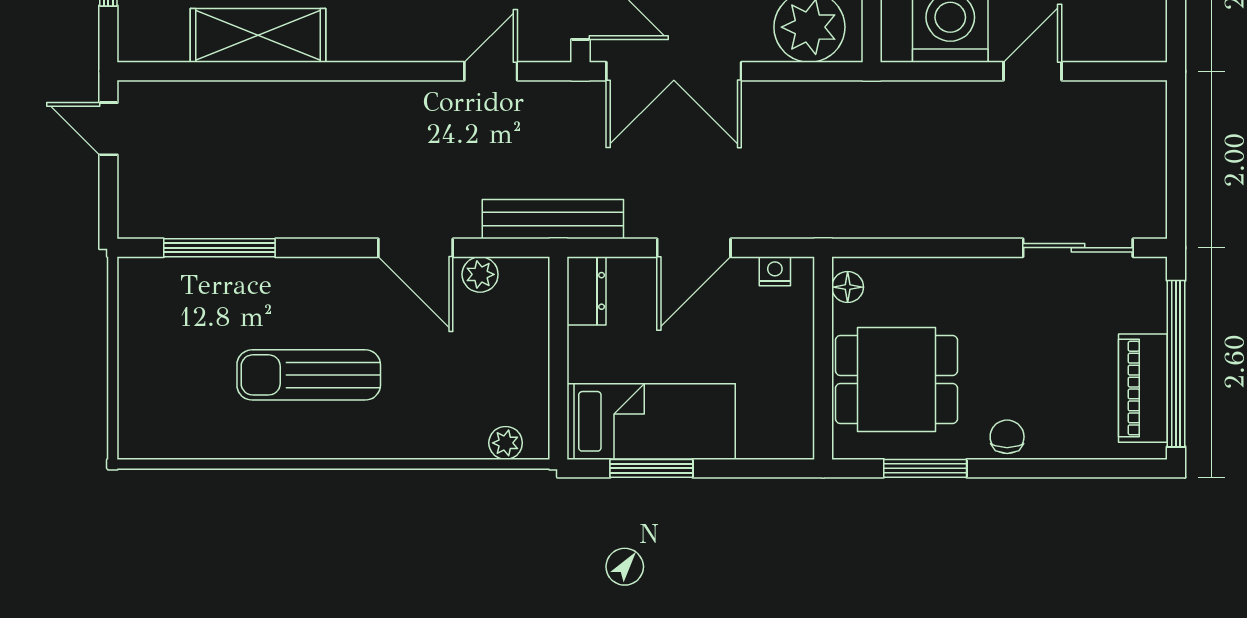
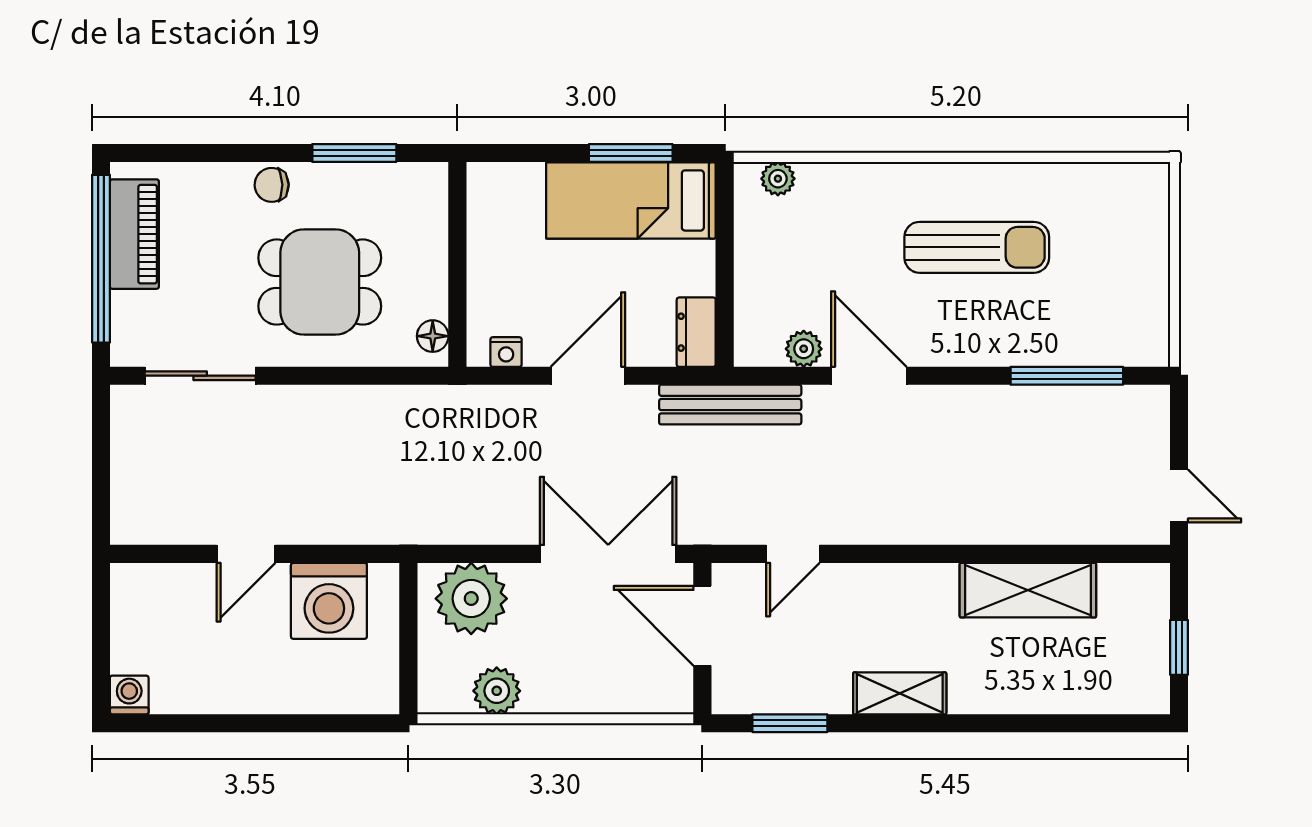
dining table: (896, 379) -> (320, 282), moved
chair: (1007, 437) -> (272, 185), turned 89

